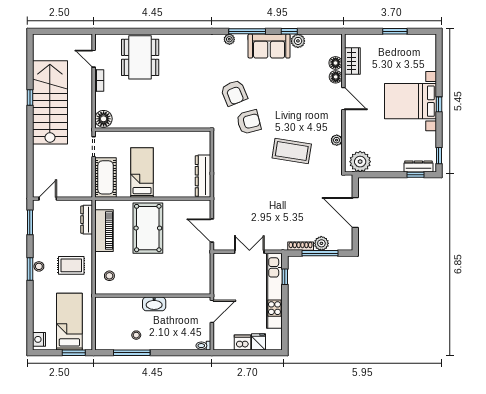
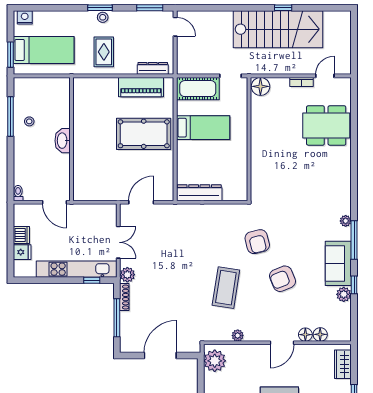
wardrobe: (352, 61) -> (343, 364), moved, turned 90
armchair: (234, 93) -> (282, 279), moved
plant: (321, 243) -> (127, 275), moved
stool: (109, 276) -> (93, 93), removed

